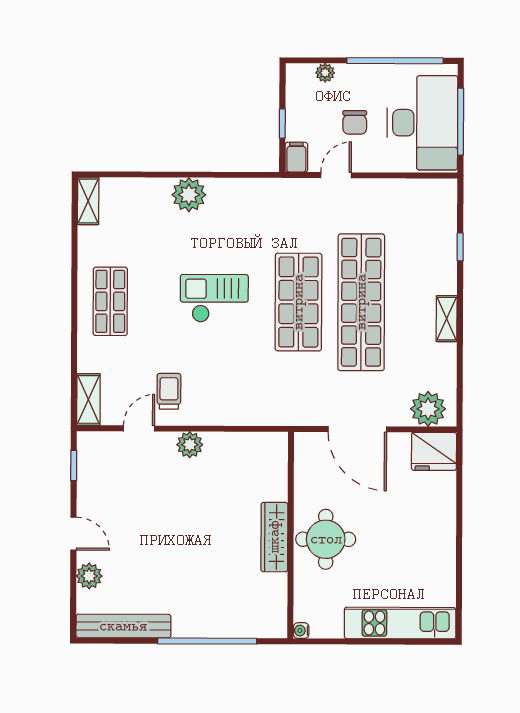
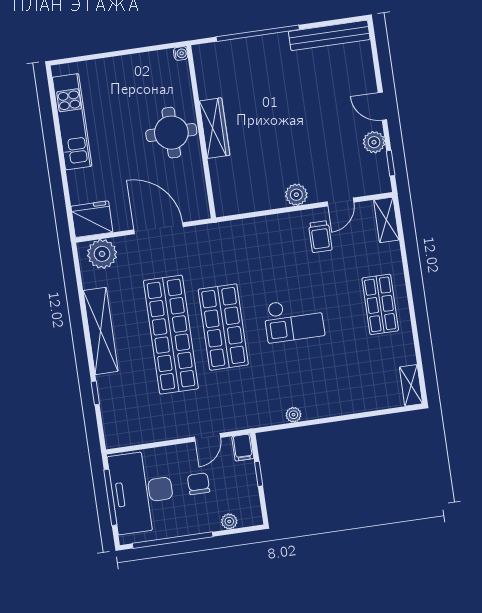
plant: (189, 195) -> (294, 415), moved, width x0.53, depth x0.53
shelving: (447, 319) -> (101, 331), width x2.20, depth x1.33
plant: (89, 576) -> (374, 142), moved
kitchen unit: (400, 623) -> (72, 122), moved, turned -90

